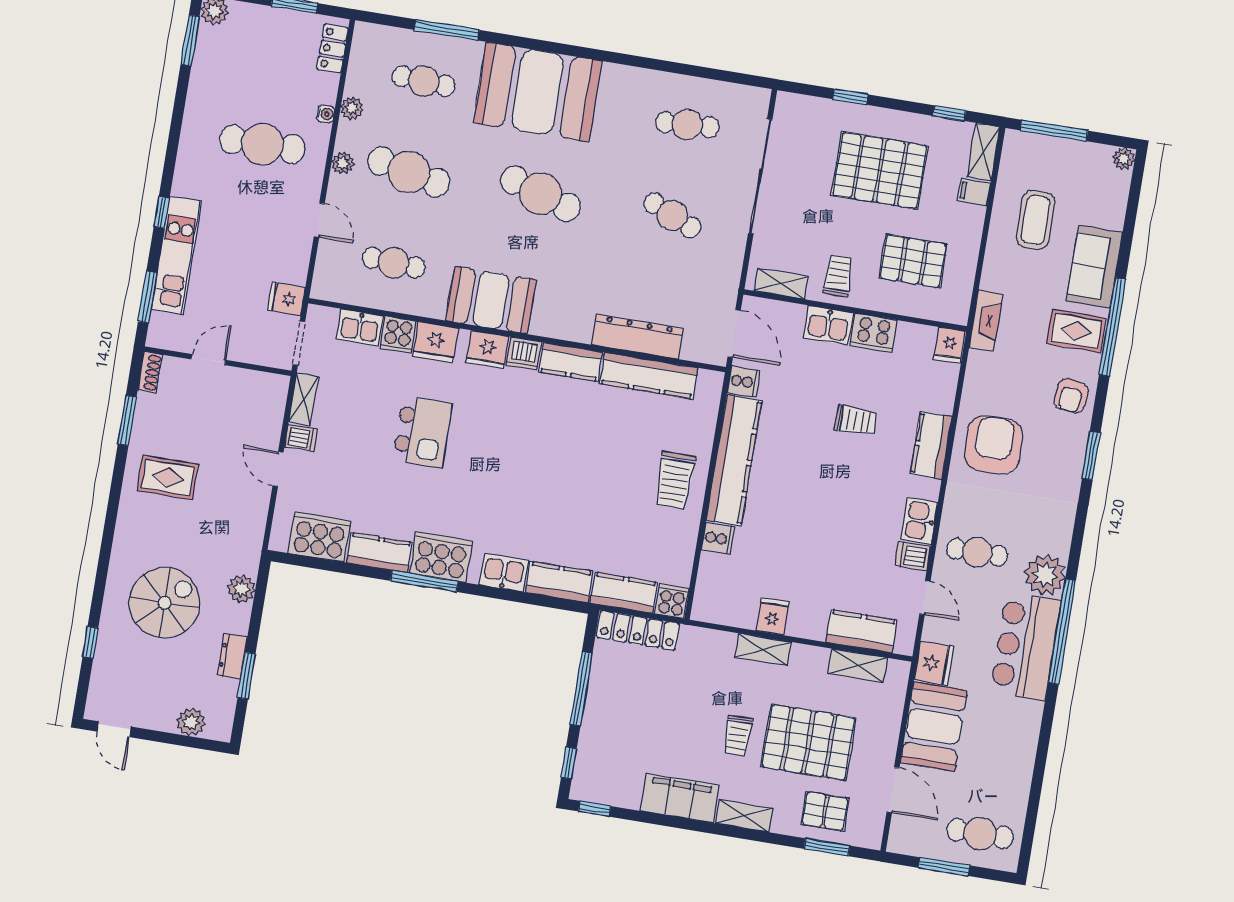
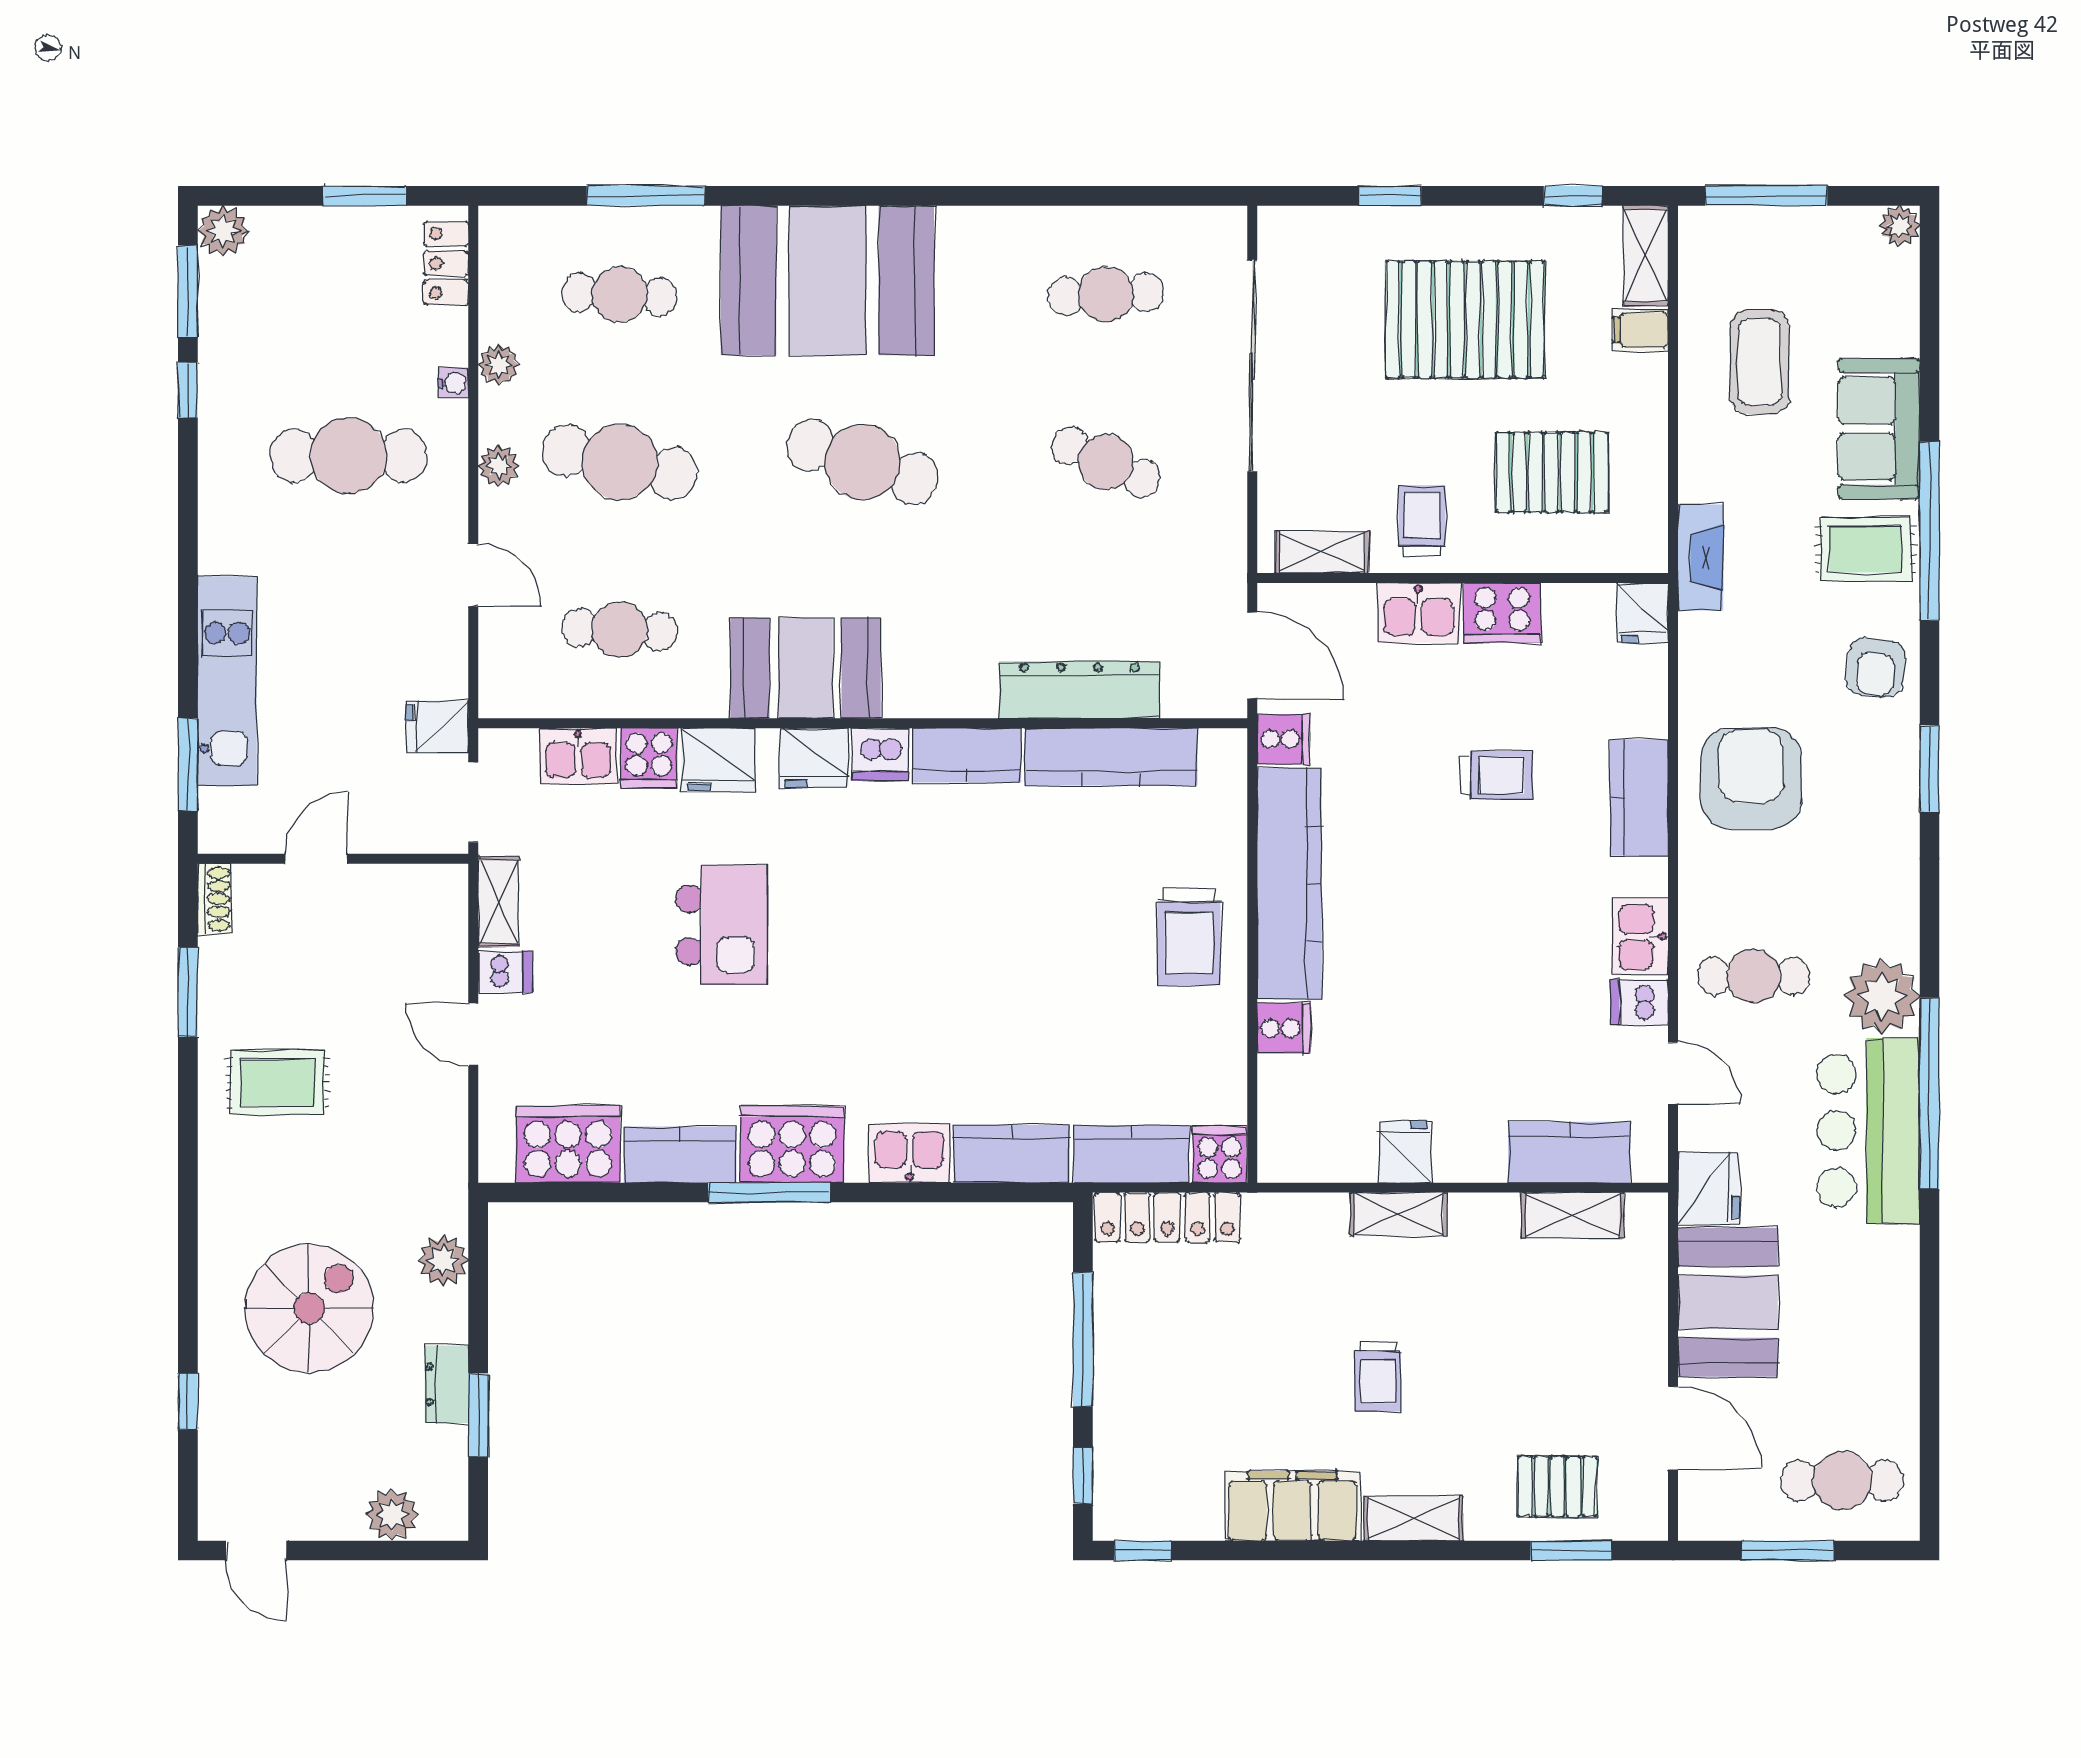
window: (162, 212) -> (188, 390), moved
pallet: (808, 742) -> (1507, 1368), removed

